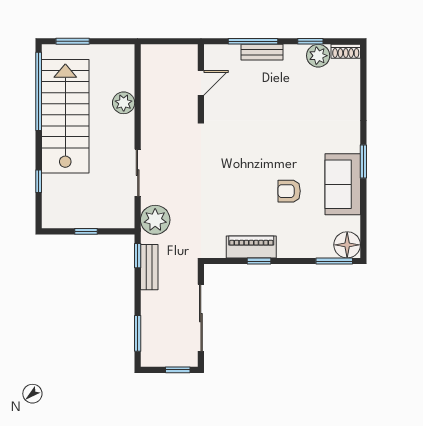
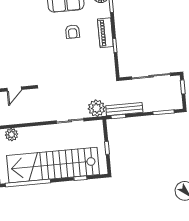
door: (201, 83) -> (14, 89), swing flipped
plant: (124, 103) -> (12, 135), moved
stairs: (65, 116) -> (53, 165), width x1.36
piano: (251, 247) -> (105, 33), moved
bench: (149, 267) -> (124, 109), width x1.36

